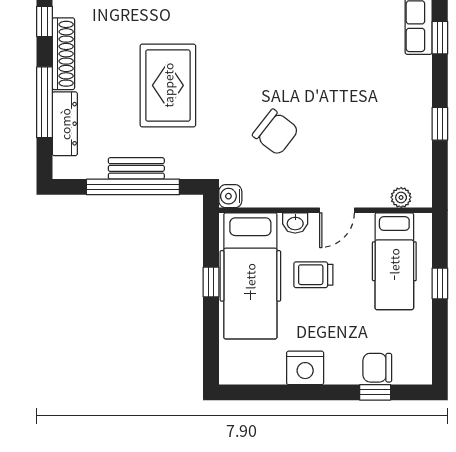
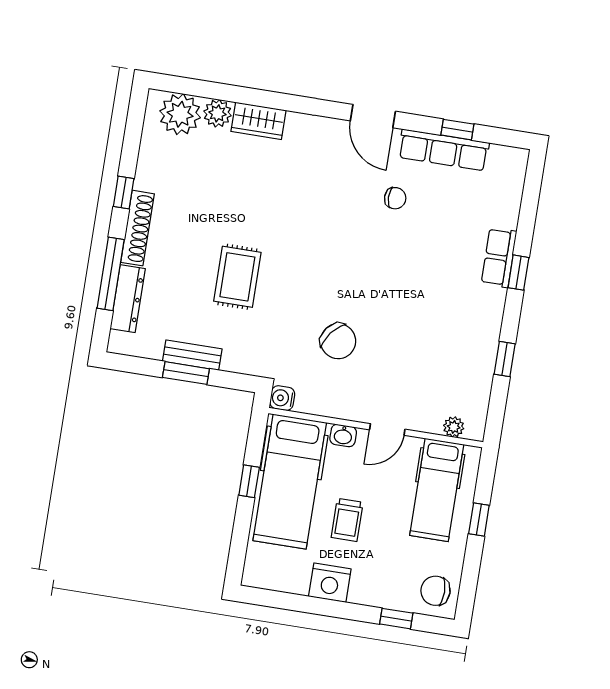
rug: (168, 85) -> (237, 277), width x0.73, depth x0.70
window: (133, 187) -> (186, 373), width x0.47
trolley: (313, 275) -> (347, 520), moved, turned -90
chair: (377, 368) -> (436, 591), moved

